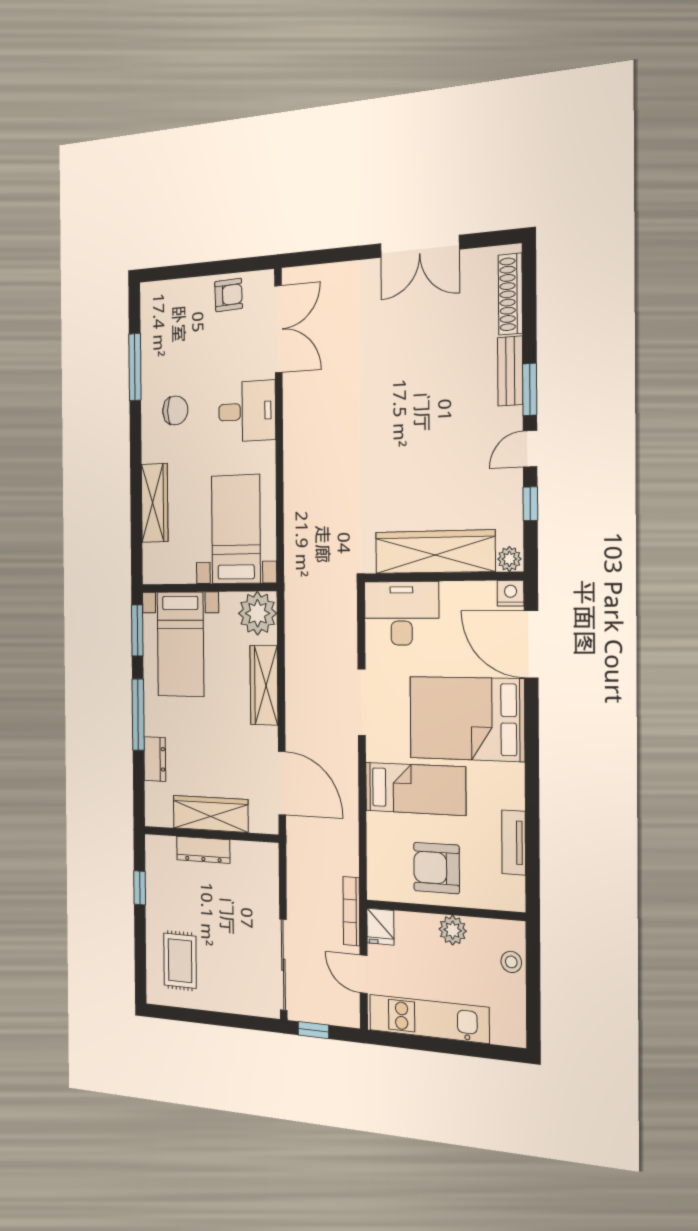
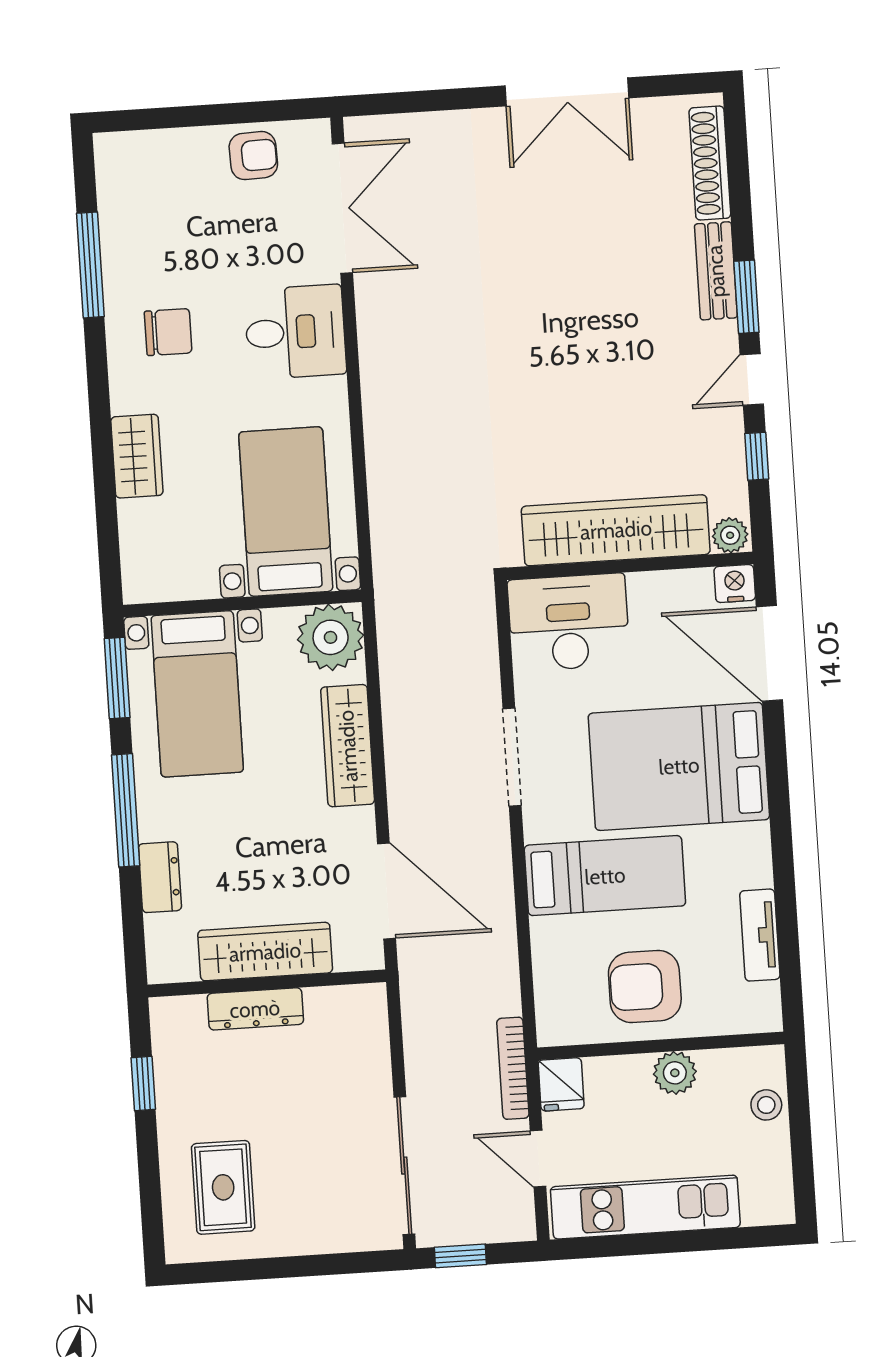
wardrobe: (155, 503) -> (137, 456), width x0.67

